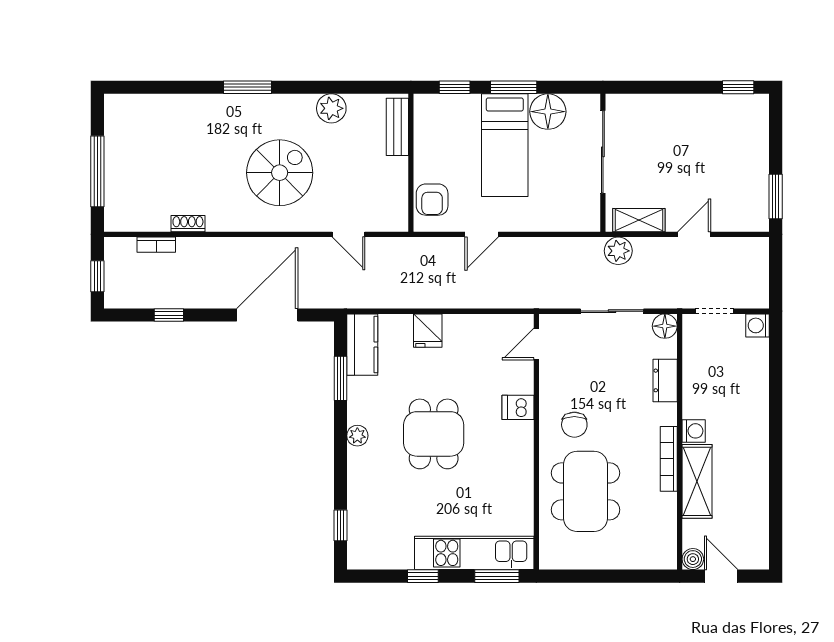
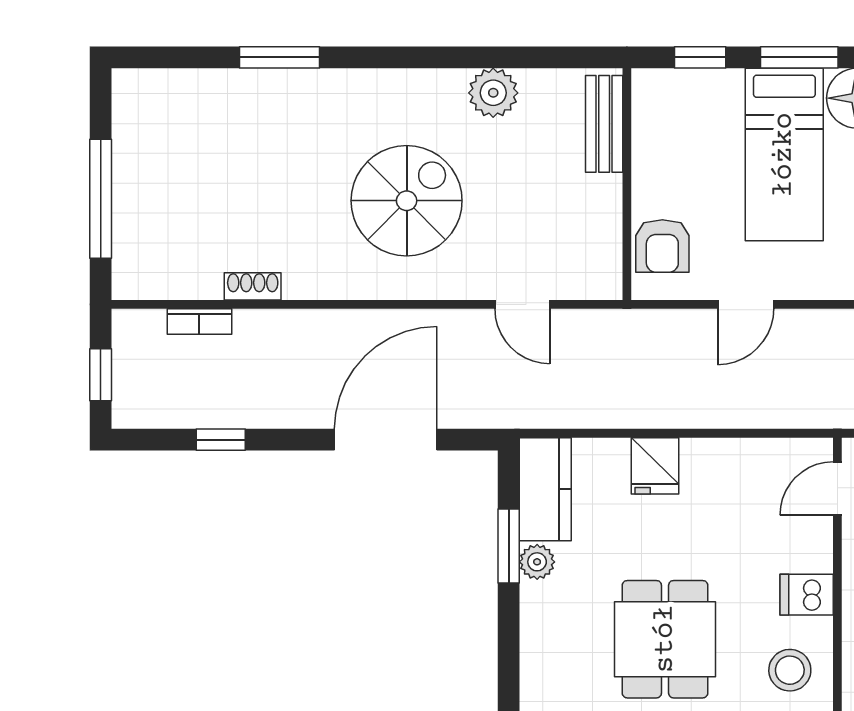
window: (247, 87) -> (279, 57), moved
plant: (357, 436) -> (537, 562), moved
stool: (508, 452) -> (790, 670), added

